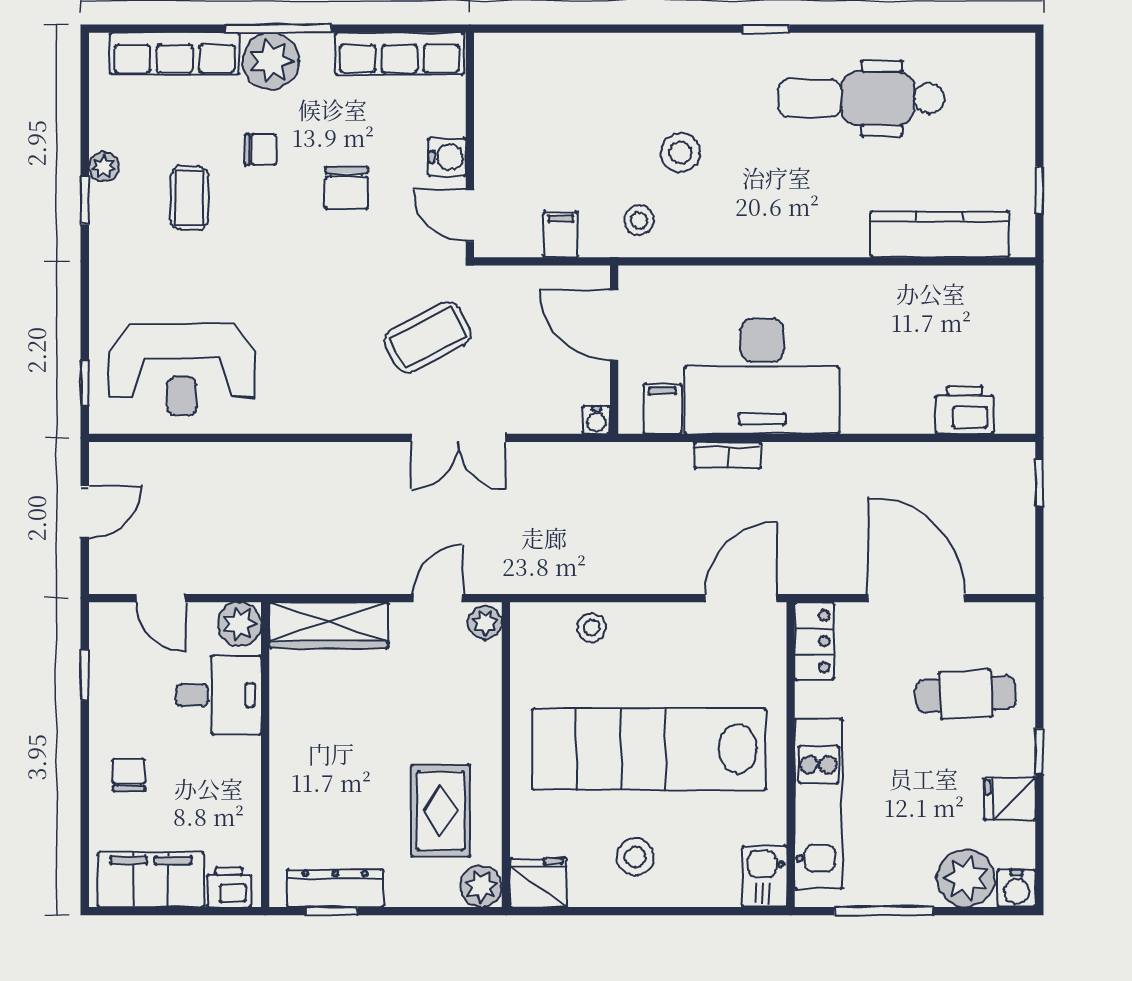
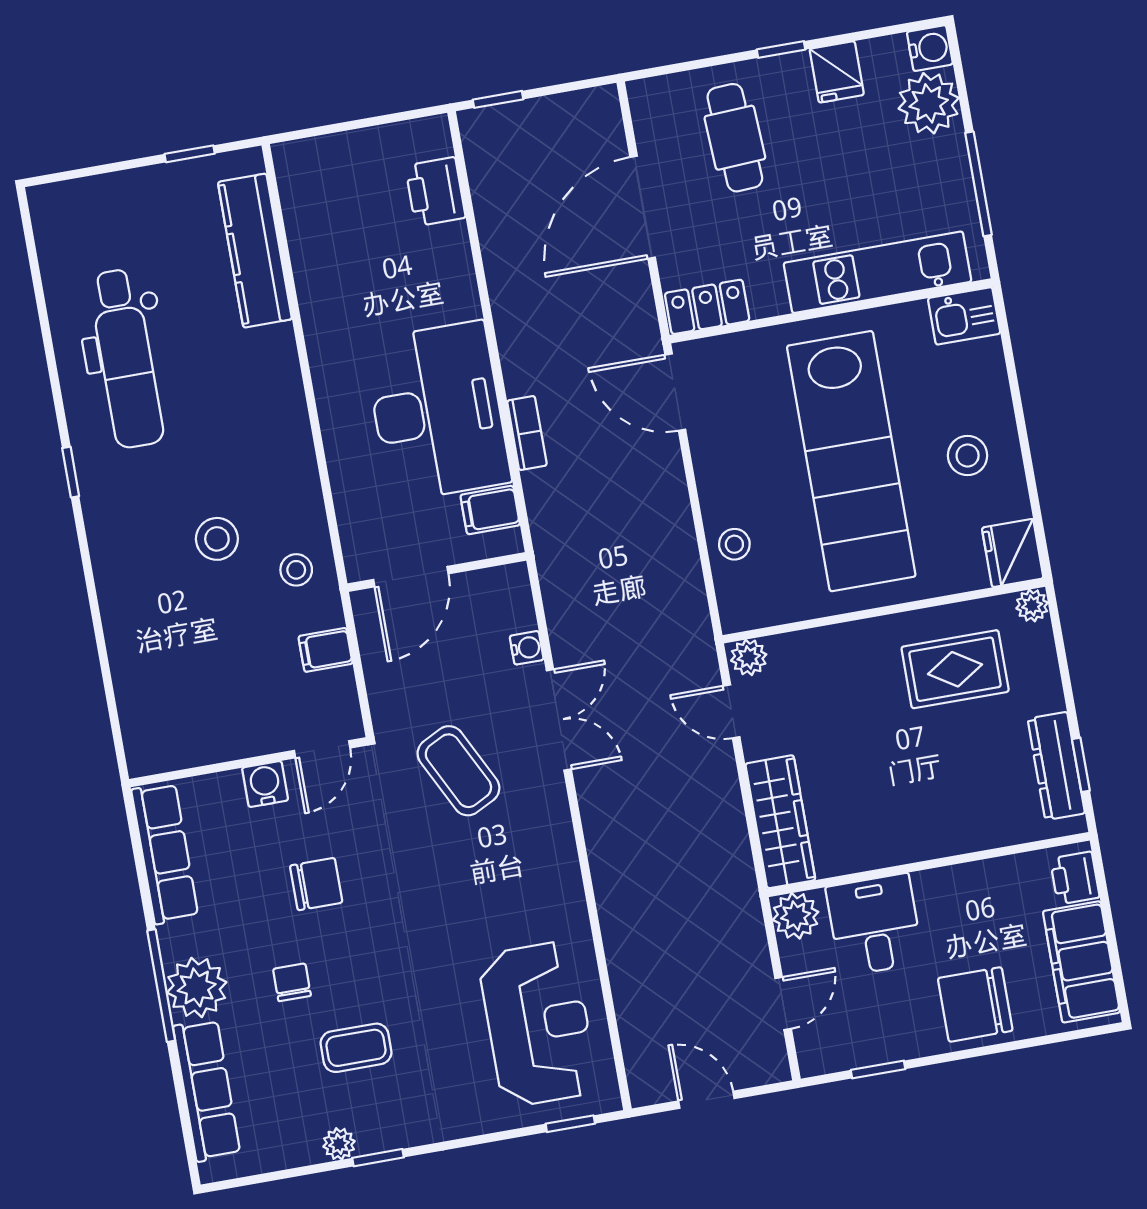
water cooler: (596, 420) -> (527, 648), moved
chair: (129, 775) -> (975, 1004), width x1.87, depth x1.87
plant: (481, 886) -> (1032, 606), width x0.73, depth x0.73

